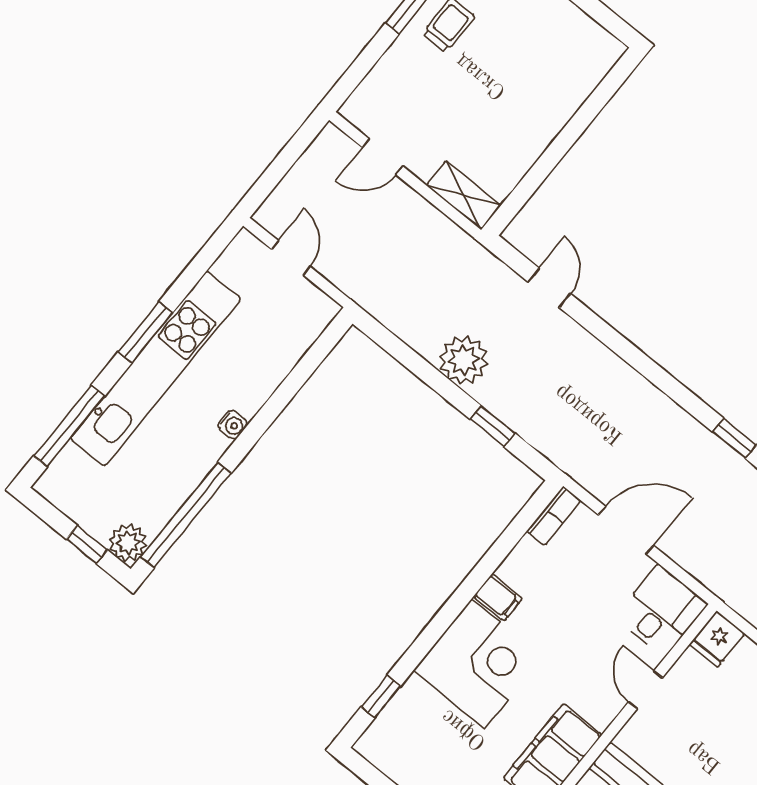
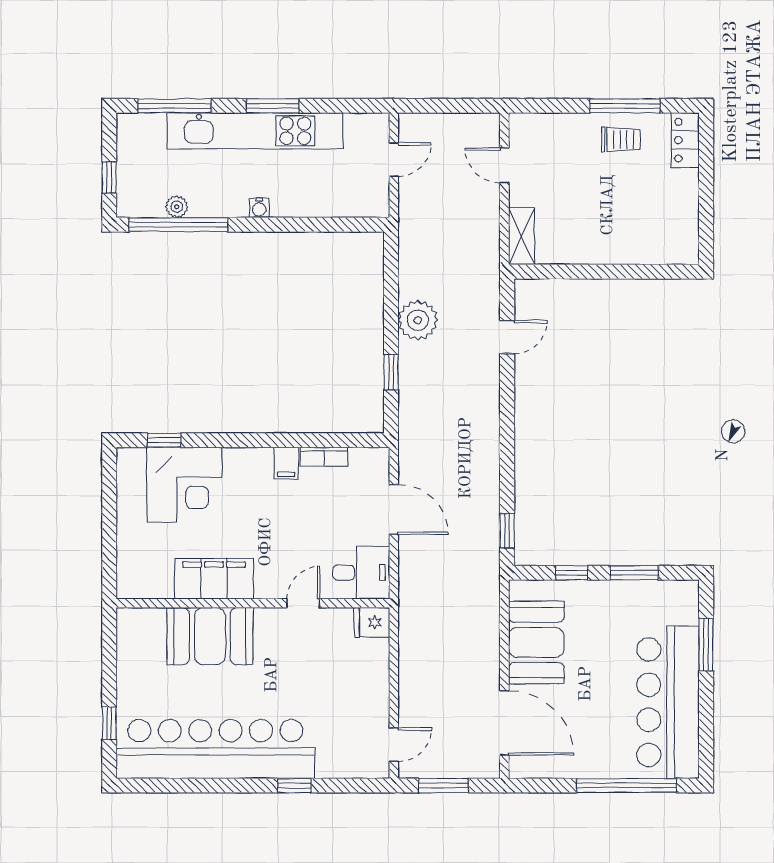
bookcase: (554, 516) -> (324, 457), moved
plant: (128, 543) -> (177, 207), moved, width x0.73, depth x0.73
corner desk: (478, 664) -> (184, 485), moved

